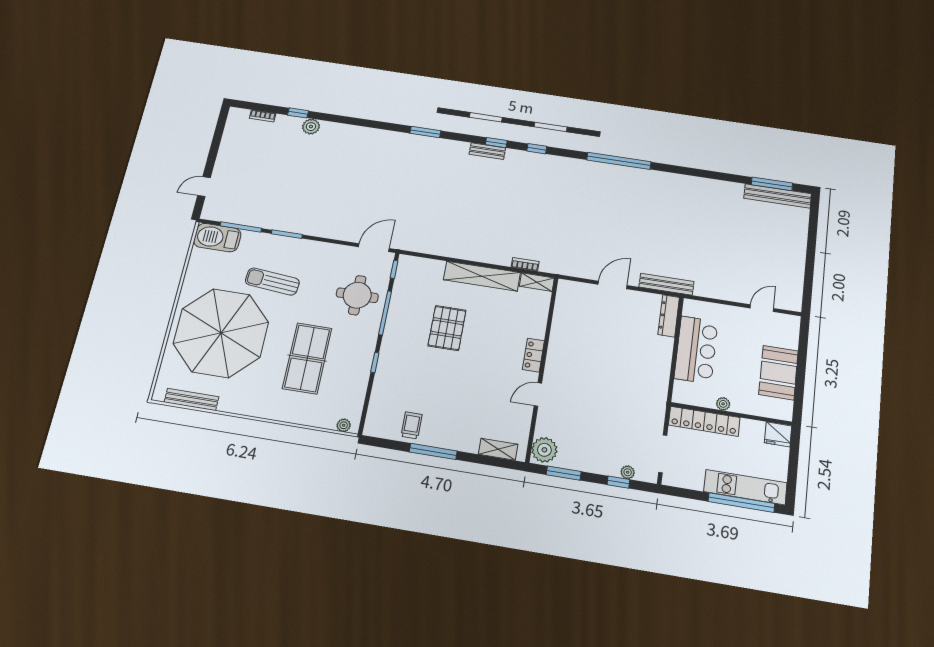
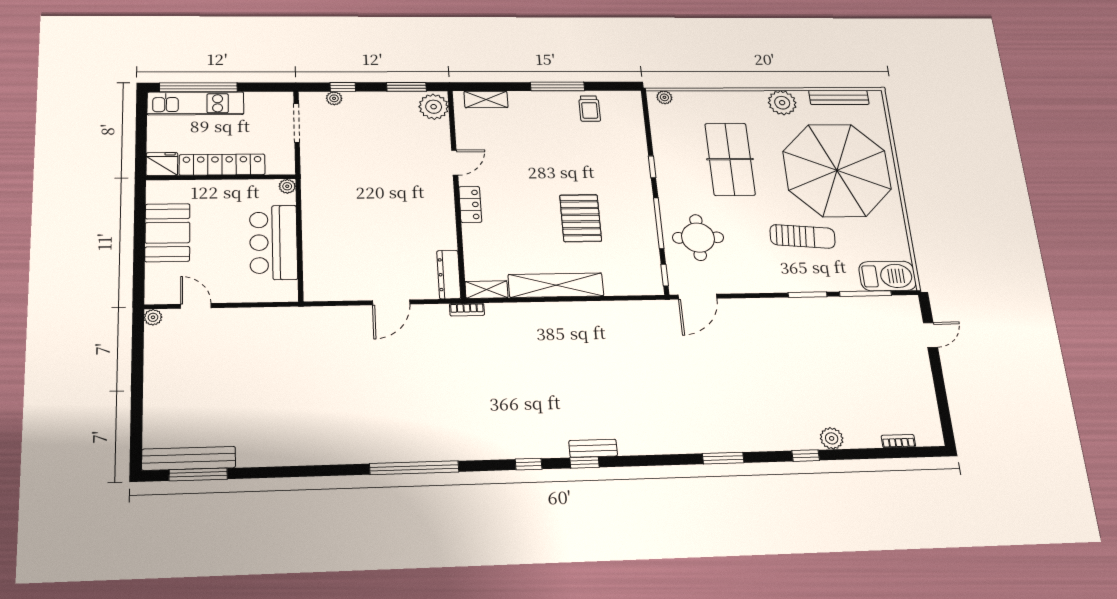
window: (298, 113) -> (806, 456), moved
window: (425, 132) -> (723, 458), moved
bookcase: (525, 264) -> (467, 310), moved
bench: (666, 284) -> (323, 315), removed
plant: (795, 305) -> (153, 317), added
door: (762, 308) -> (196, 306), swing flipped
dresser: (669, 316) -> (449, 275), moved, turned 180
plant: (243, 403) -> (782, 103), added
plant: (723, 404) -> (287, 186), moved
locker: (704, 421) -> (222, 165), moved

